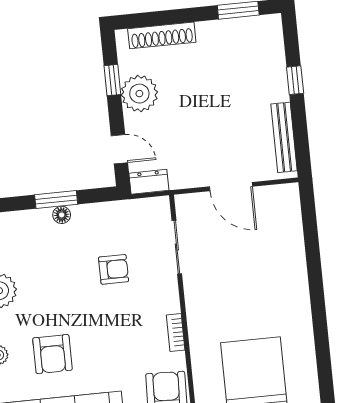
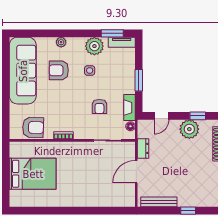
dresser: (149, 182) -> (143, 148), moved
fireplace: (110, 212) -> (129, 108), added
floor lamp: (62, 215) -> (130, 126), moved
side table: (47, 295) -> (90, 70), added

